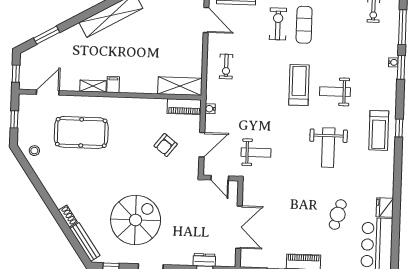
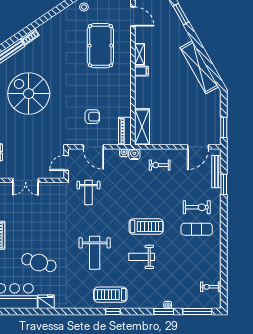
weight bench: (335, 92) -> (142, 257), turned -90
water cooler: (212, 96) -> (134, 154), added
armchair: (166, 145) -> (92, 117), turned 142
weight bench: (328, 148) -> (95, 253), turned -90
cafe table: (338, 214) -> (39, 263), width x1.37, depth x1.35
spiral stairs: (136, 220) -> (29, 94), turned 180
double door: (239, 227) -> (26, 180), width x0.73

